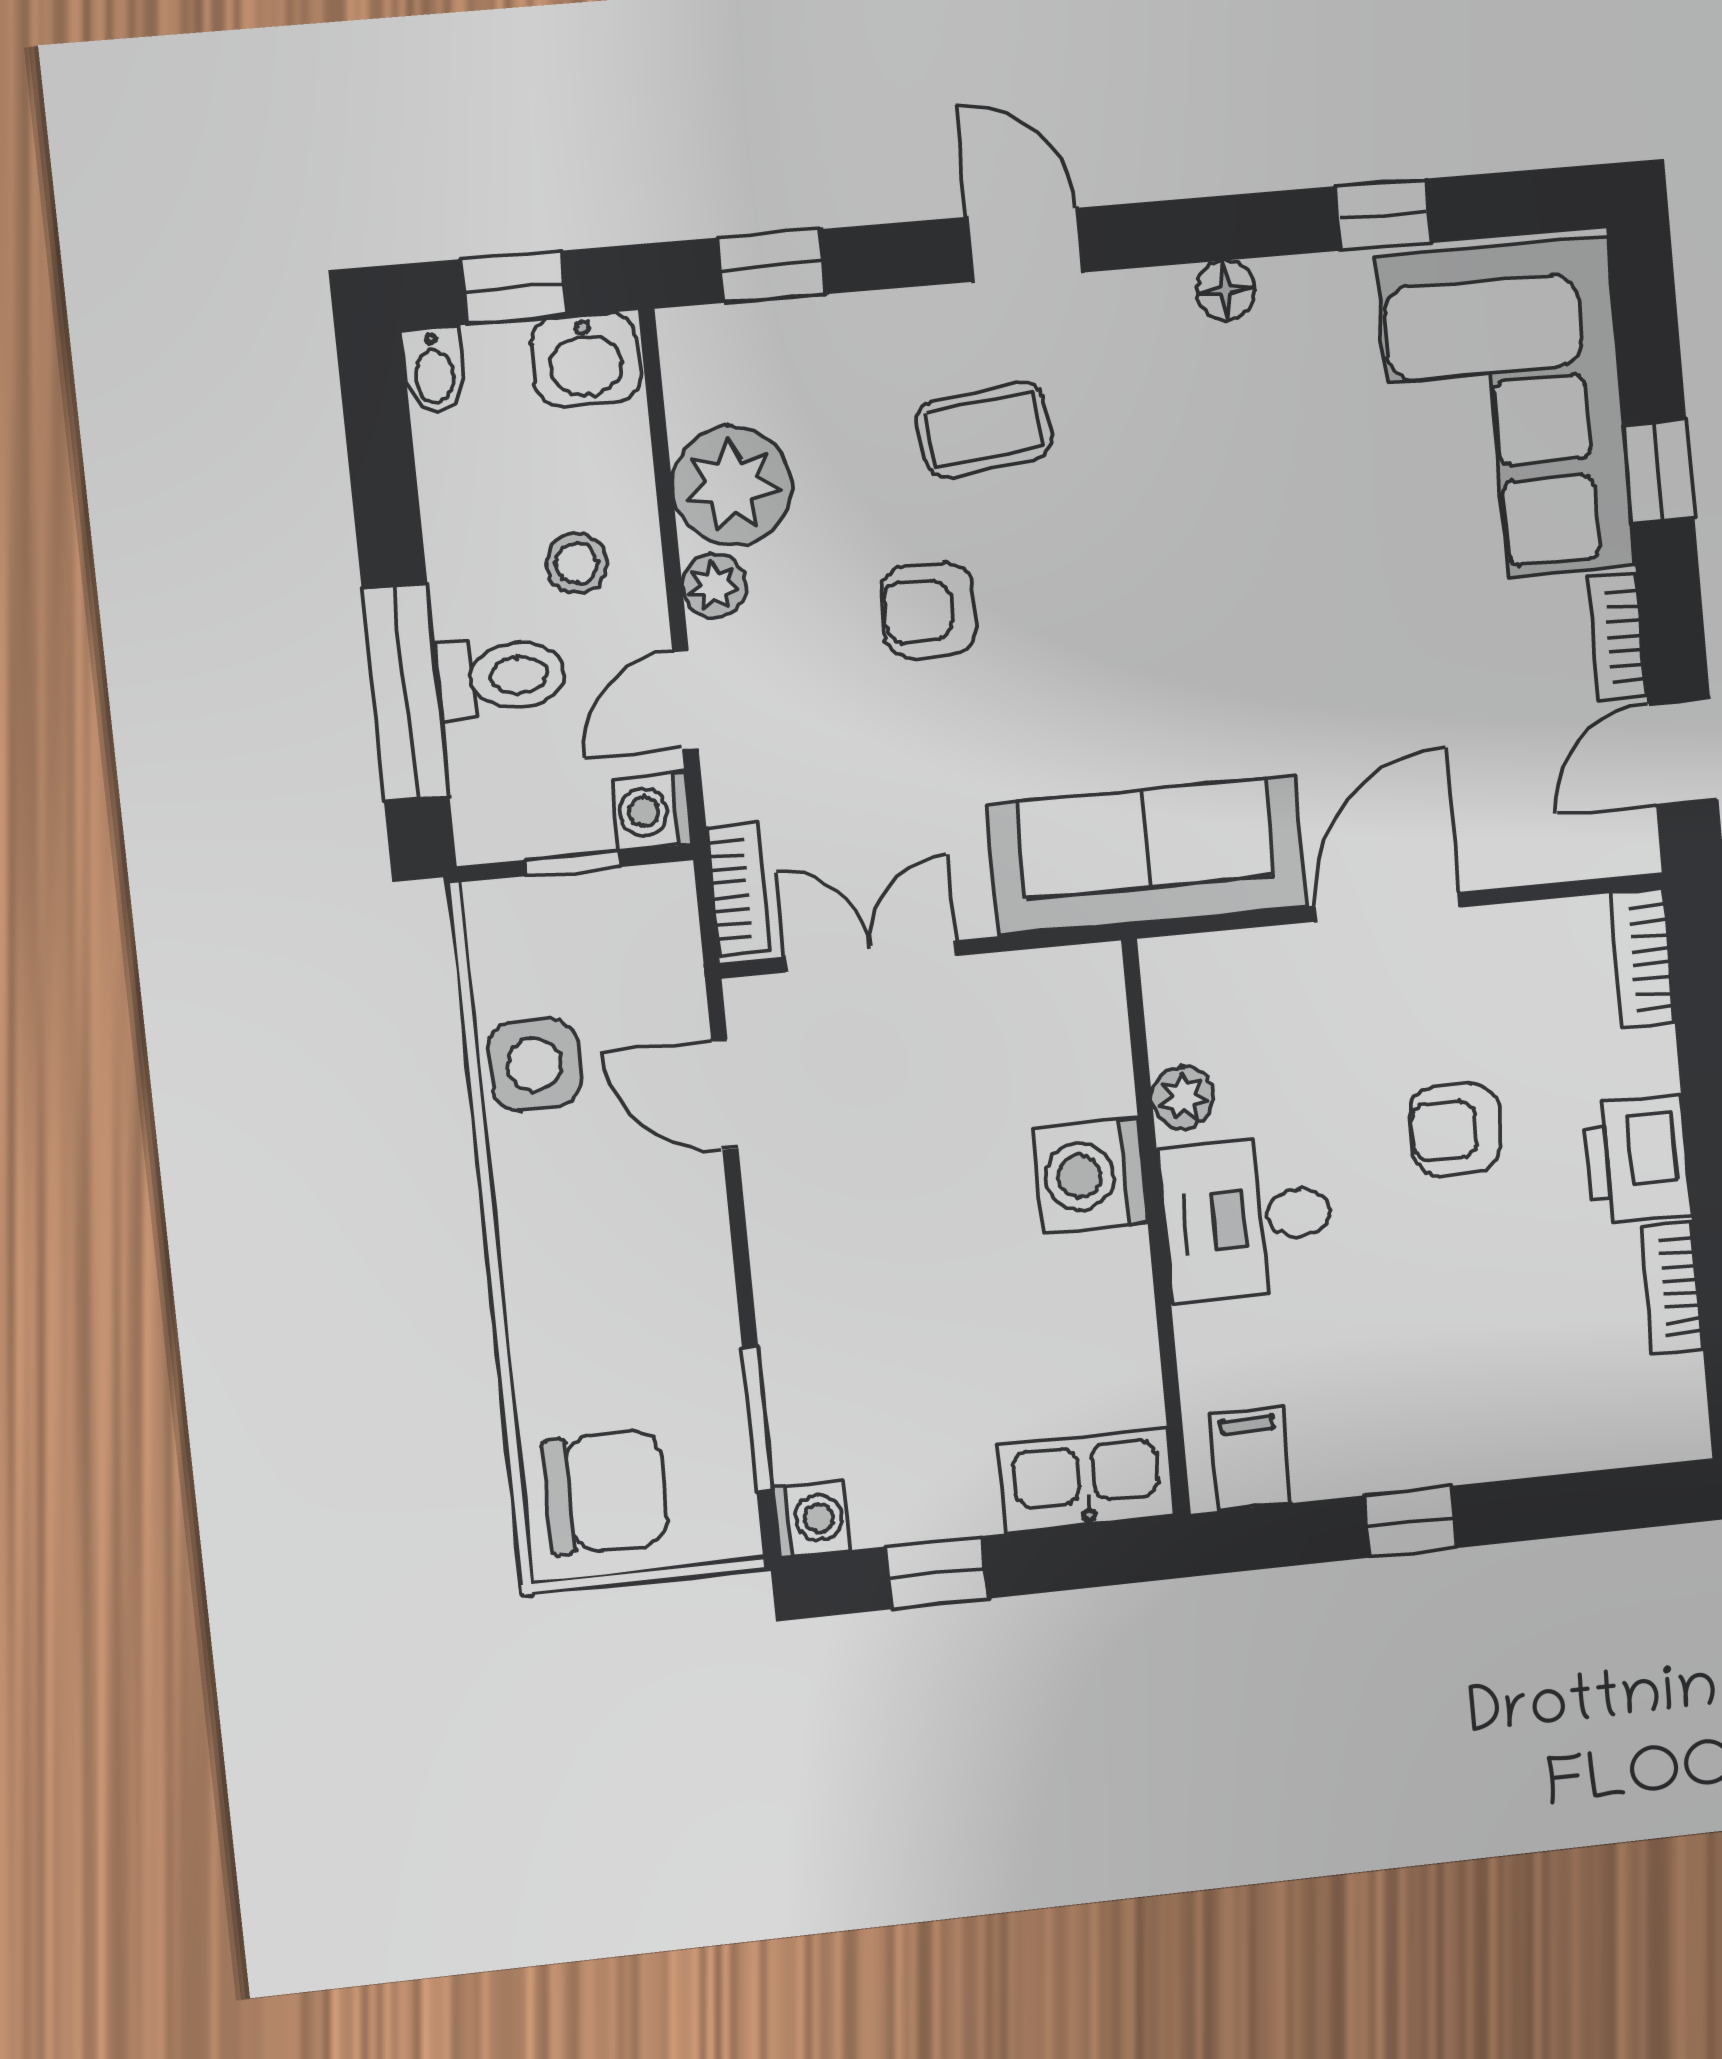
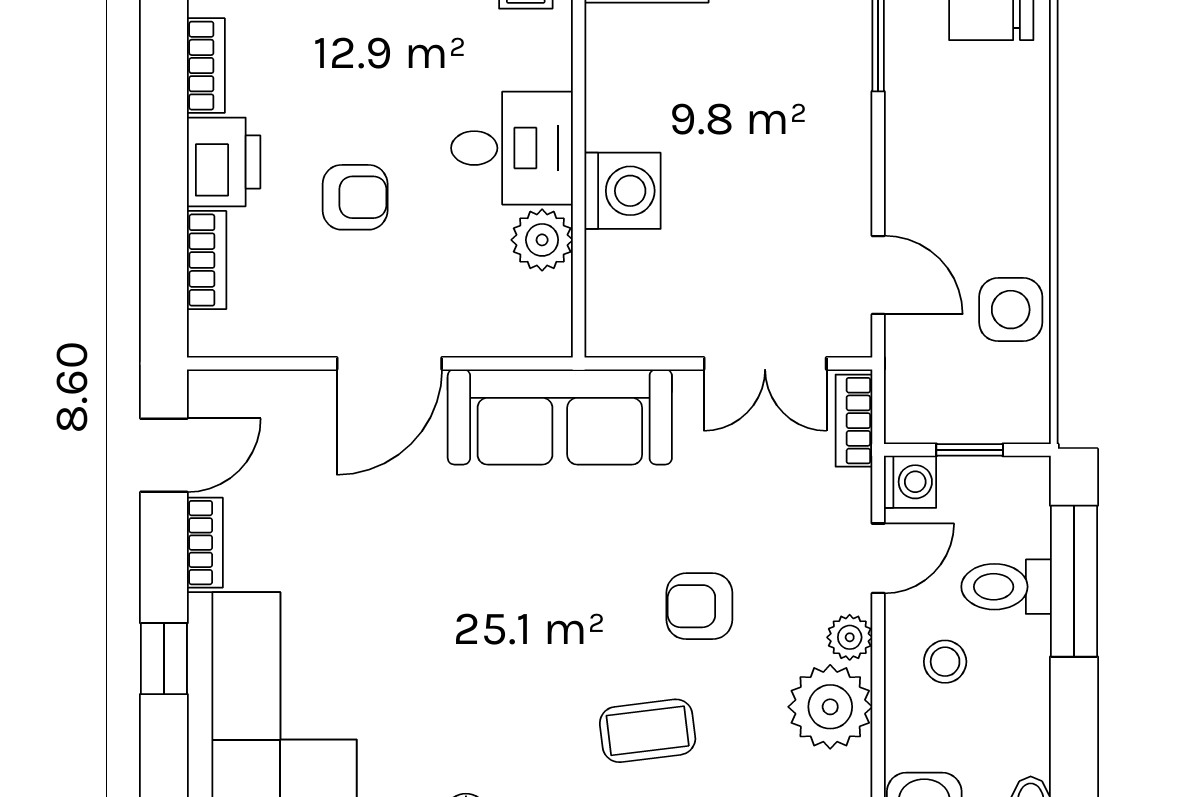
armchair: (929, 610) -> (699, 606), turned 180
bookcase: (1643, 958) -> (207, 260), moved
plant: (1183, 1098) -> (542, 240), width x1.38, depth x1.38

